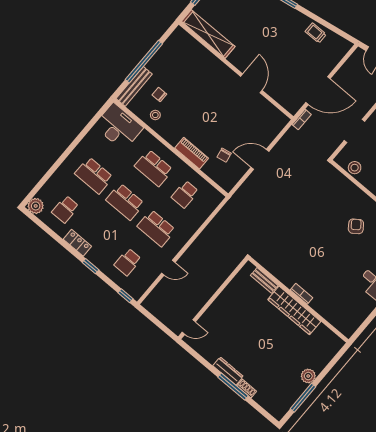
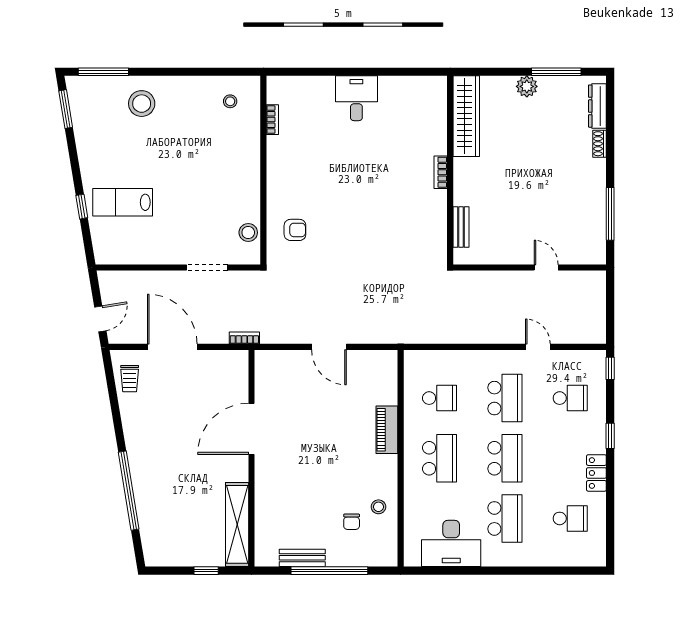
trolley: (316, 33) -> (130, 379), moved
door: (251, 83) -> (252, 429), width x1.36
bench: (134, 86) -> (302, 558), moved, width x0.73
door: (318, 91) -> (172, 347), moved
desk: (119, 127) -> (451, 543), moved, turned -90
chair: (224, 155) -> (358, 391), removed
plant: (36, 206) -> (595, 555), removed
armchair: (356, 226) -> (295, 230), moved, turned -144
wardrobe: (294, 310) -> (466, 116), moved
door: (189, 327) -> (546, 267), moved
dresser: (228, 371) -> (597, 106), moved
window: (233, 387) -> (610, 214), moved

